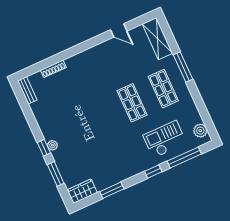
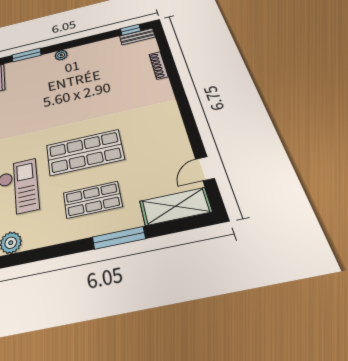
door: (119, 30) -> (205, 169), moved
shop shelf: (132, 103) -> (85, 152), width x1.43, depth x1.36
window: (44, 148) -> (131, 30), moved

